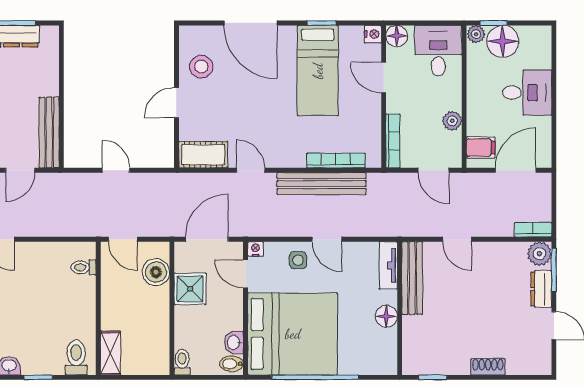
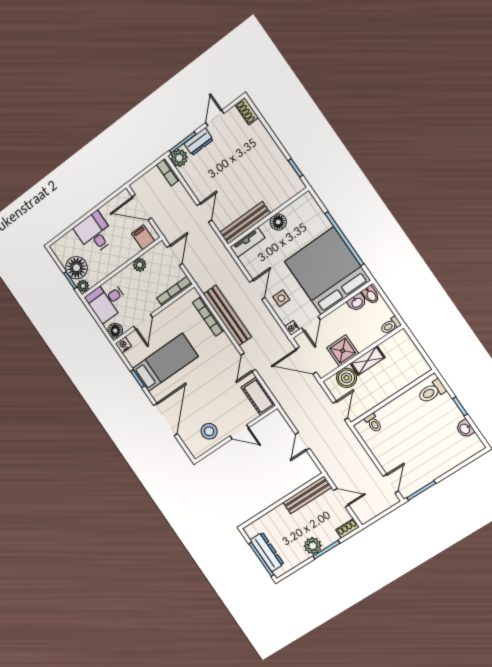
shelving: (110, 353) -> (368, 361), moved
shoe rack: (488, 367) -> (247, 111), moved

